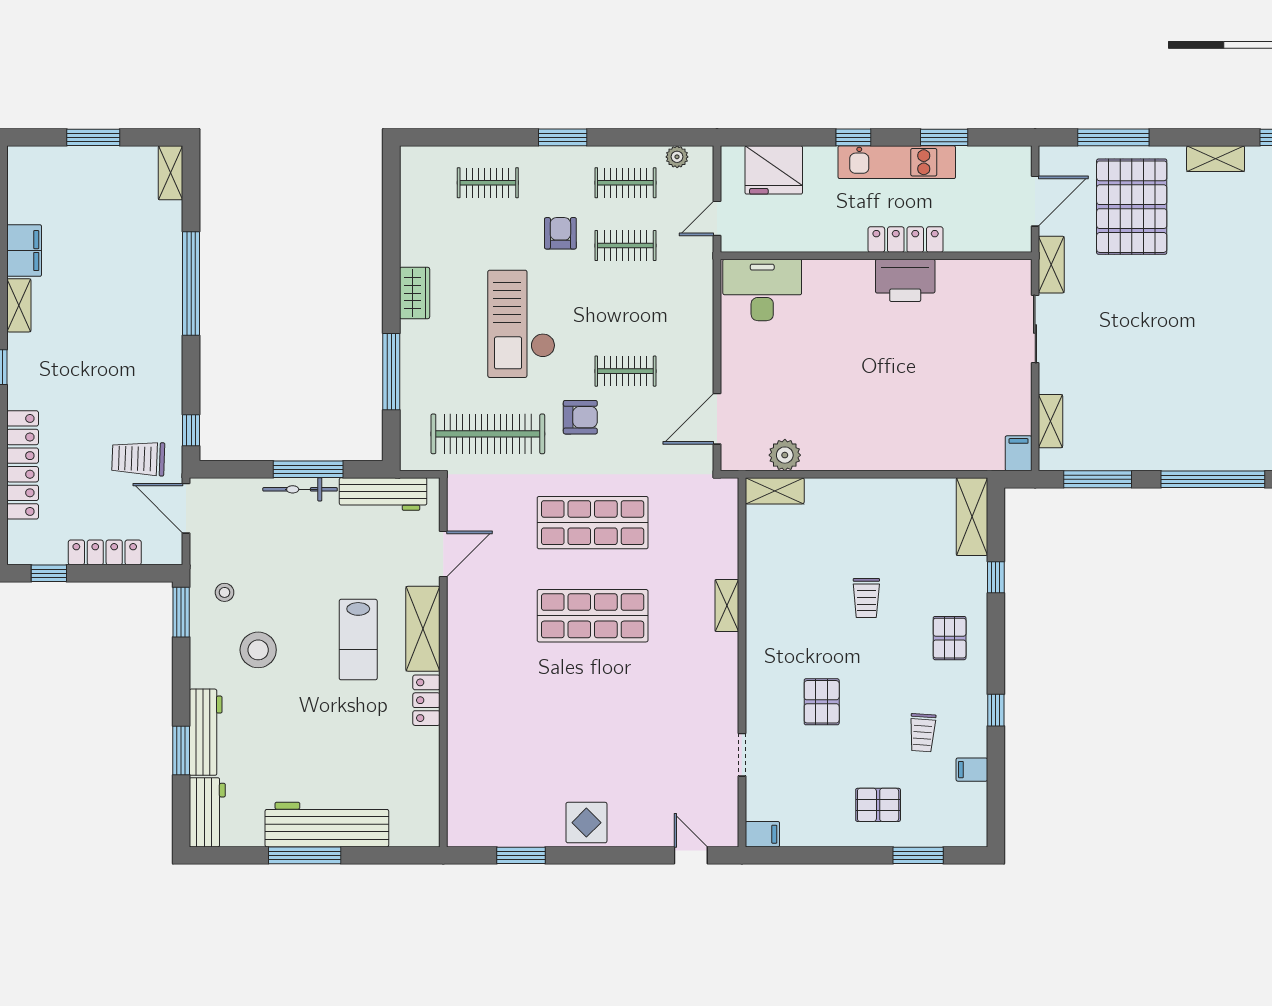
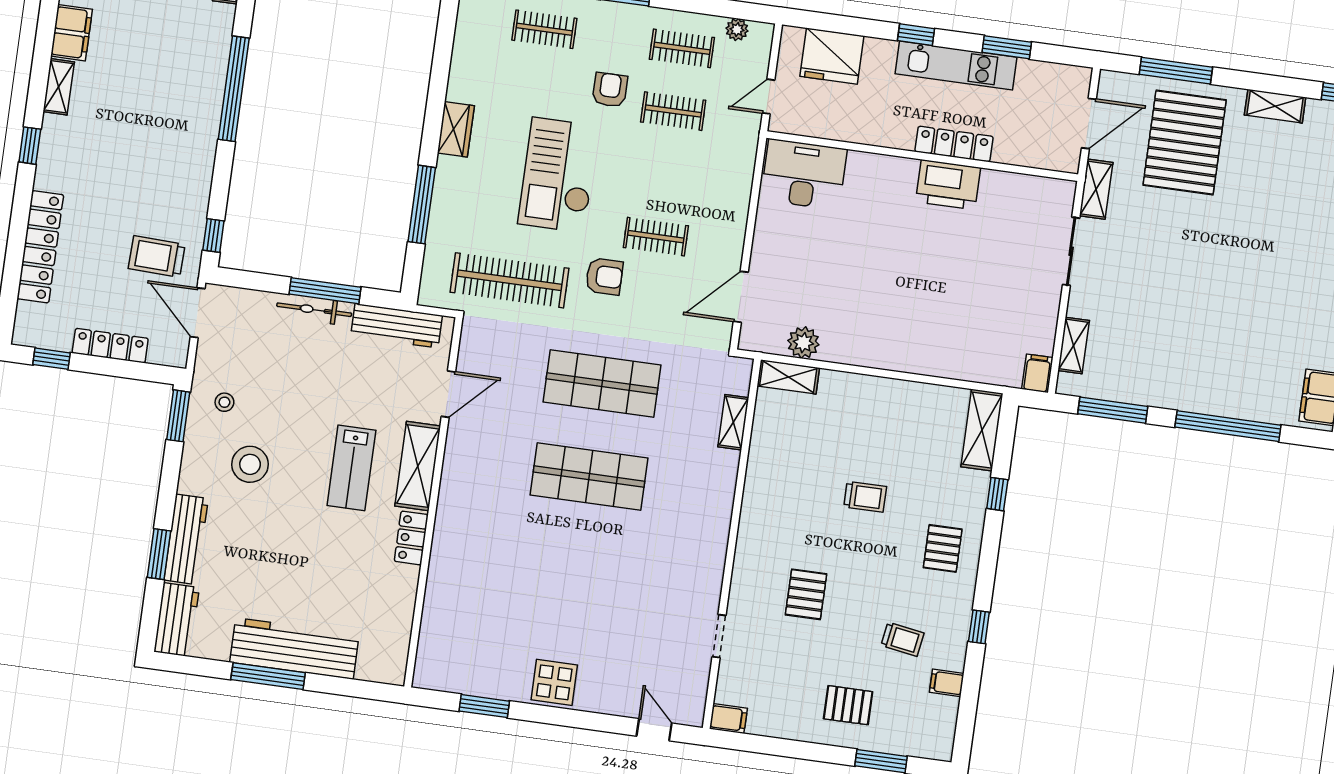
trolley: (866, 598) -> (865, 497), turned -90
shelving: (727, 606) -> (733, 422), moved
trolley: (922, 733) -> (903, 639), turned -85

